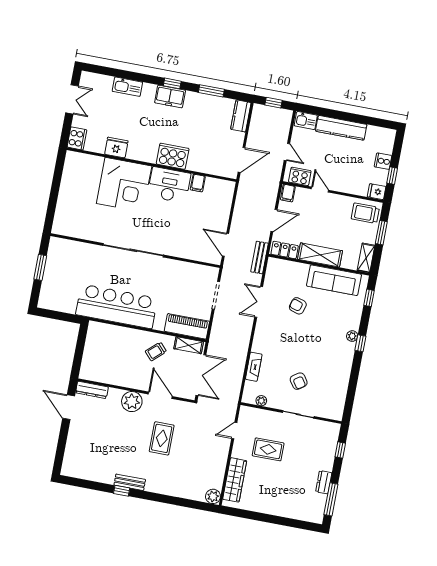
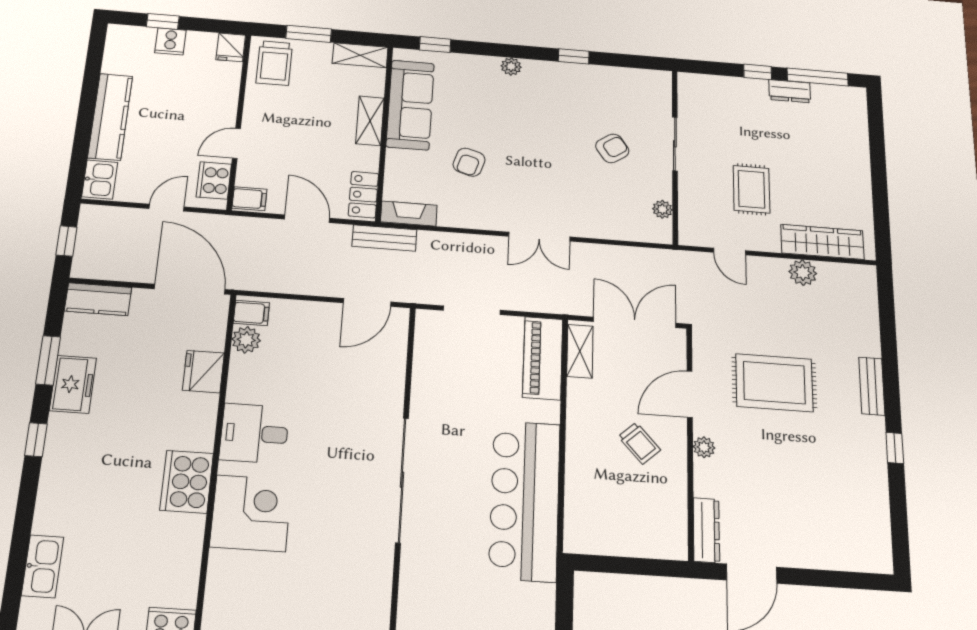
kitchen sink: (127, 87) -> (43, 566), moved
freezer: (170, 96) -> (73, 384), moved
fridge: (116, 148) -> (203, 372), moved
cooker: (173, 156) -> (187, 482), moved
door: (242, 160) -> (190, 289), width x1.36
window: (392, 176) -> (163, 21), moved
filing cabinet: (198, 183) -> (251, 313), moved
corner desk: (124, 185) -> (251, 513), width x0.74, depth x0.74
desk: (169, 185) -> (254, 433), width x0.73
plant: (212, 185) -> (246, 340), added
shelving: (320, 255) -> (370, 121), width x0.67, depth x0.75
double door: (259, 302) -> (539, 237), moved
window: (360, 343) -> (574, 56), moved
trolley: (156, 351) -> (639, 443), moved
fireplace: (254, 367) -> (409, 214), moved
plant: (132, 402) -> (704, 447), width x0.53, depth x0.53
rug: (162, 438) -> (774, 383), width x1.36, depth x1.43
window: (340, 450) -> (758, 72), moved
bench: (130, 482) -> (872, 386), moved
plant: (213, 496) -> (803, 273), moved

